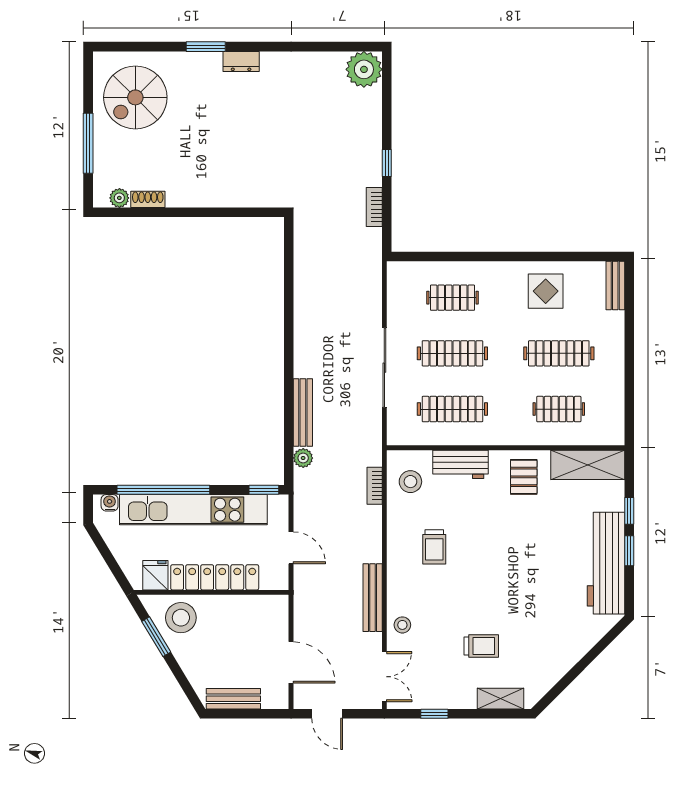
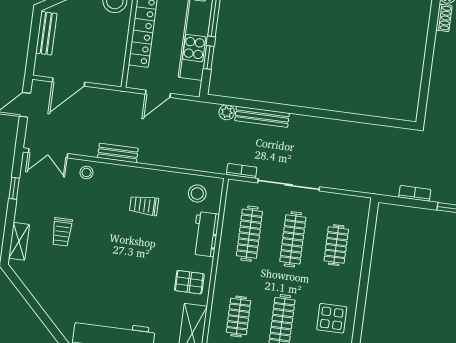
bookcase: (375, 486) -> (242, 171), moved
window: (264, 490) -> (209, 57), moved
bench: (373, 598) -> (118, 153), width x0.73

